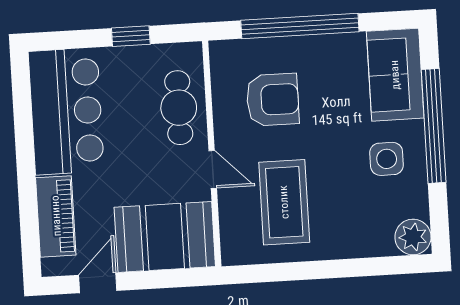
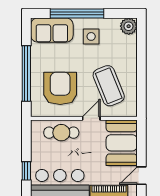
window: (131, 36) -> (26, 171), moved
armchair: (273, 100) -> (60, 88), width x1.36, depth x1.36
coffee table: (284, 202) -> (109, 86), turned 68
door: (98, 283) -> (141, 176), hinge flipped

